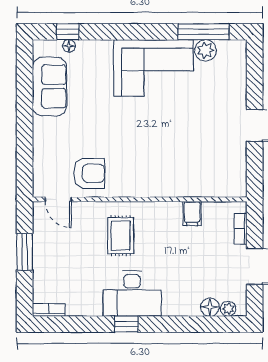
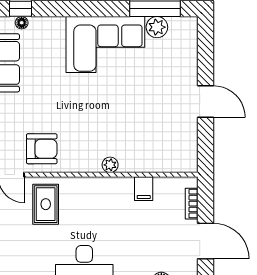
plant: (158, 189) -> (110, 165), added
rug: (121, 236) -> (46, 204), moved

